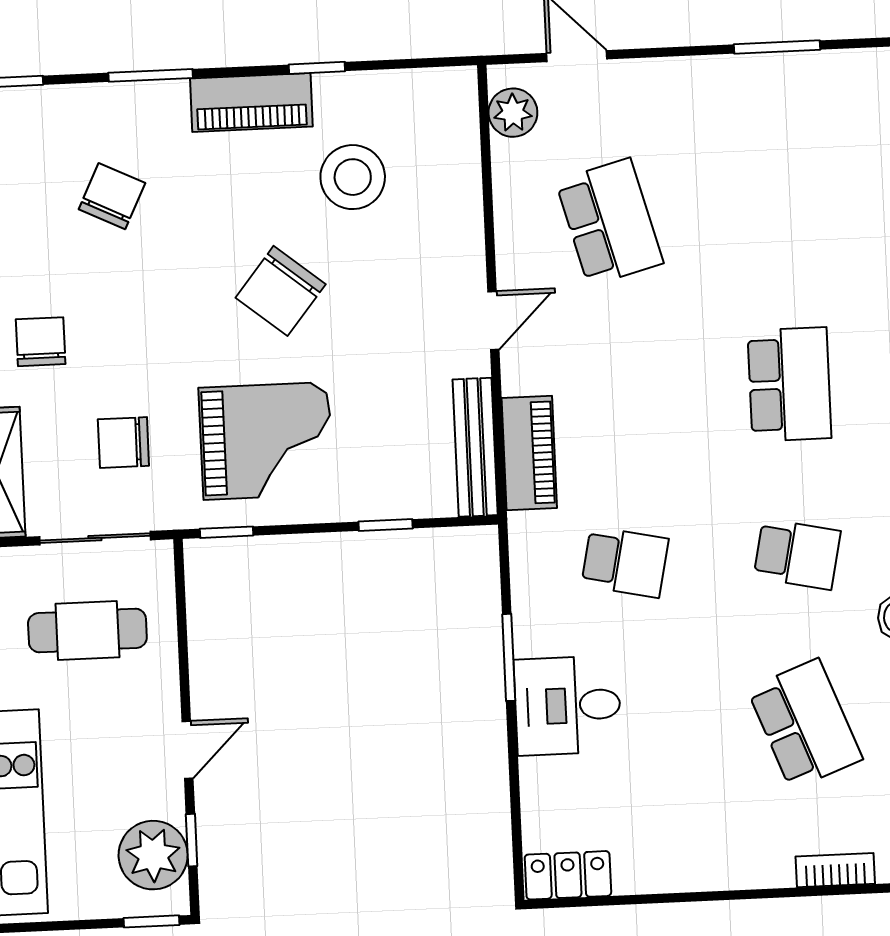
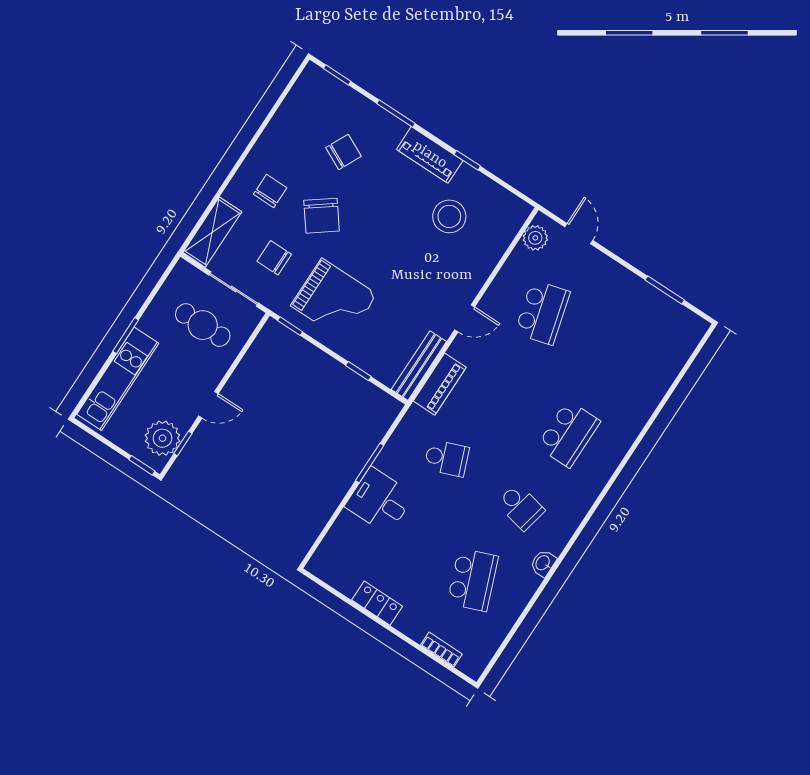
chair: (281, 291) -> (322, 216), moved, turned -76
school desk: (625, 562) -> (447, 458), turned -33
locker: (568, 875) -> (377, 603), moved

